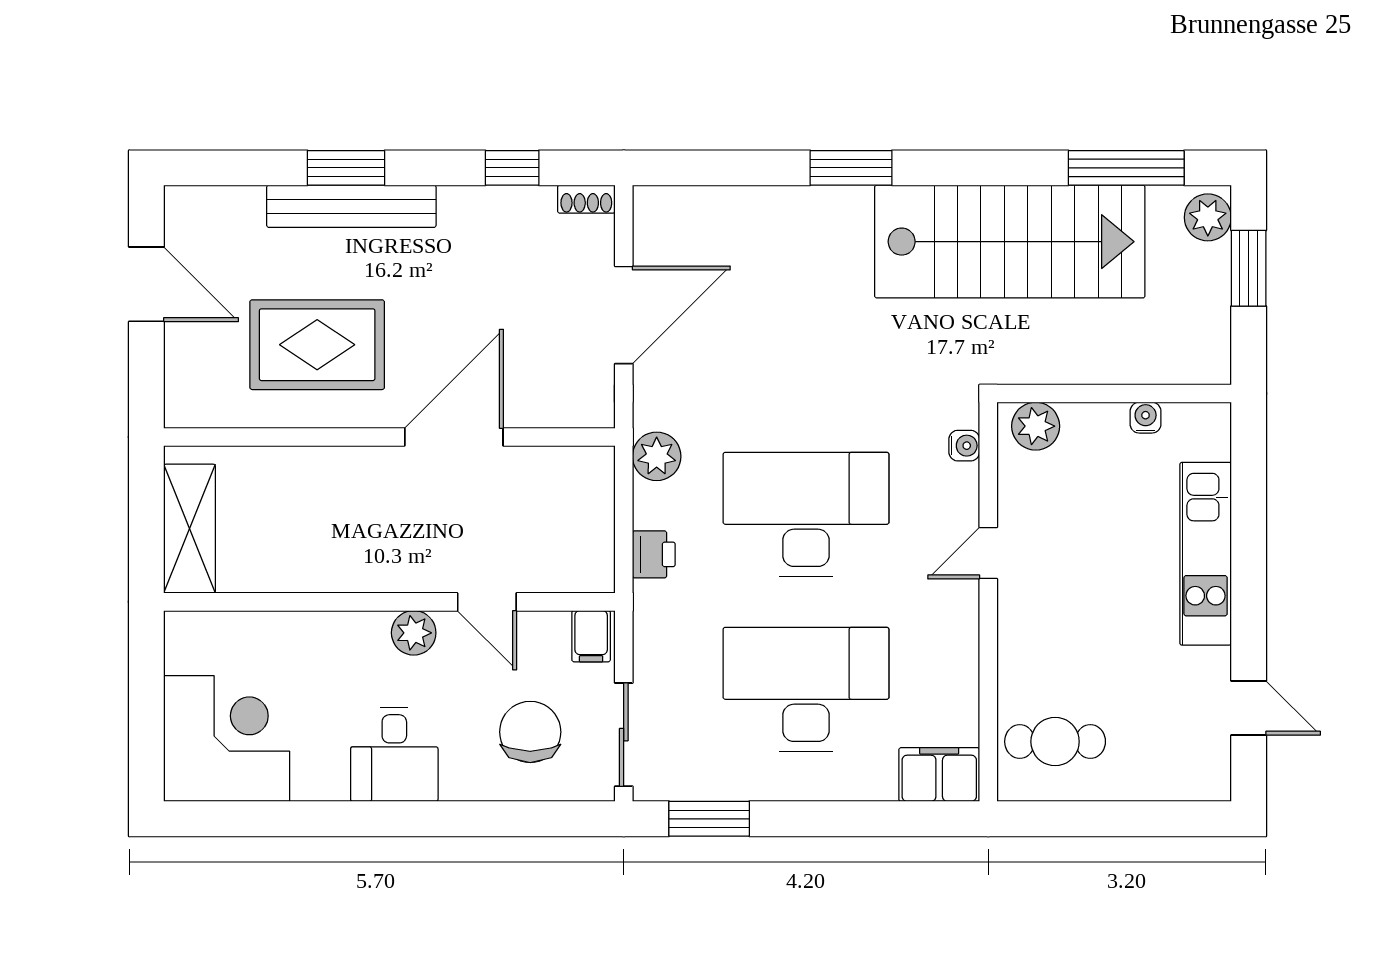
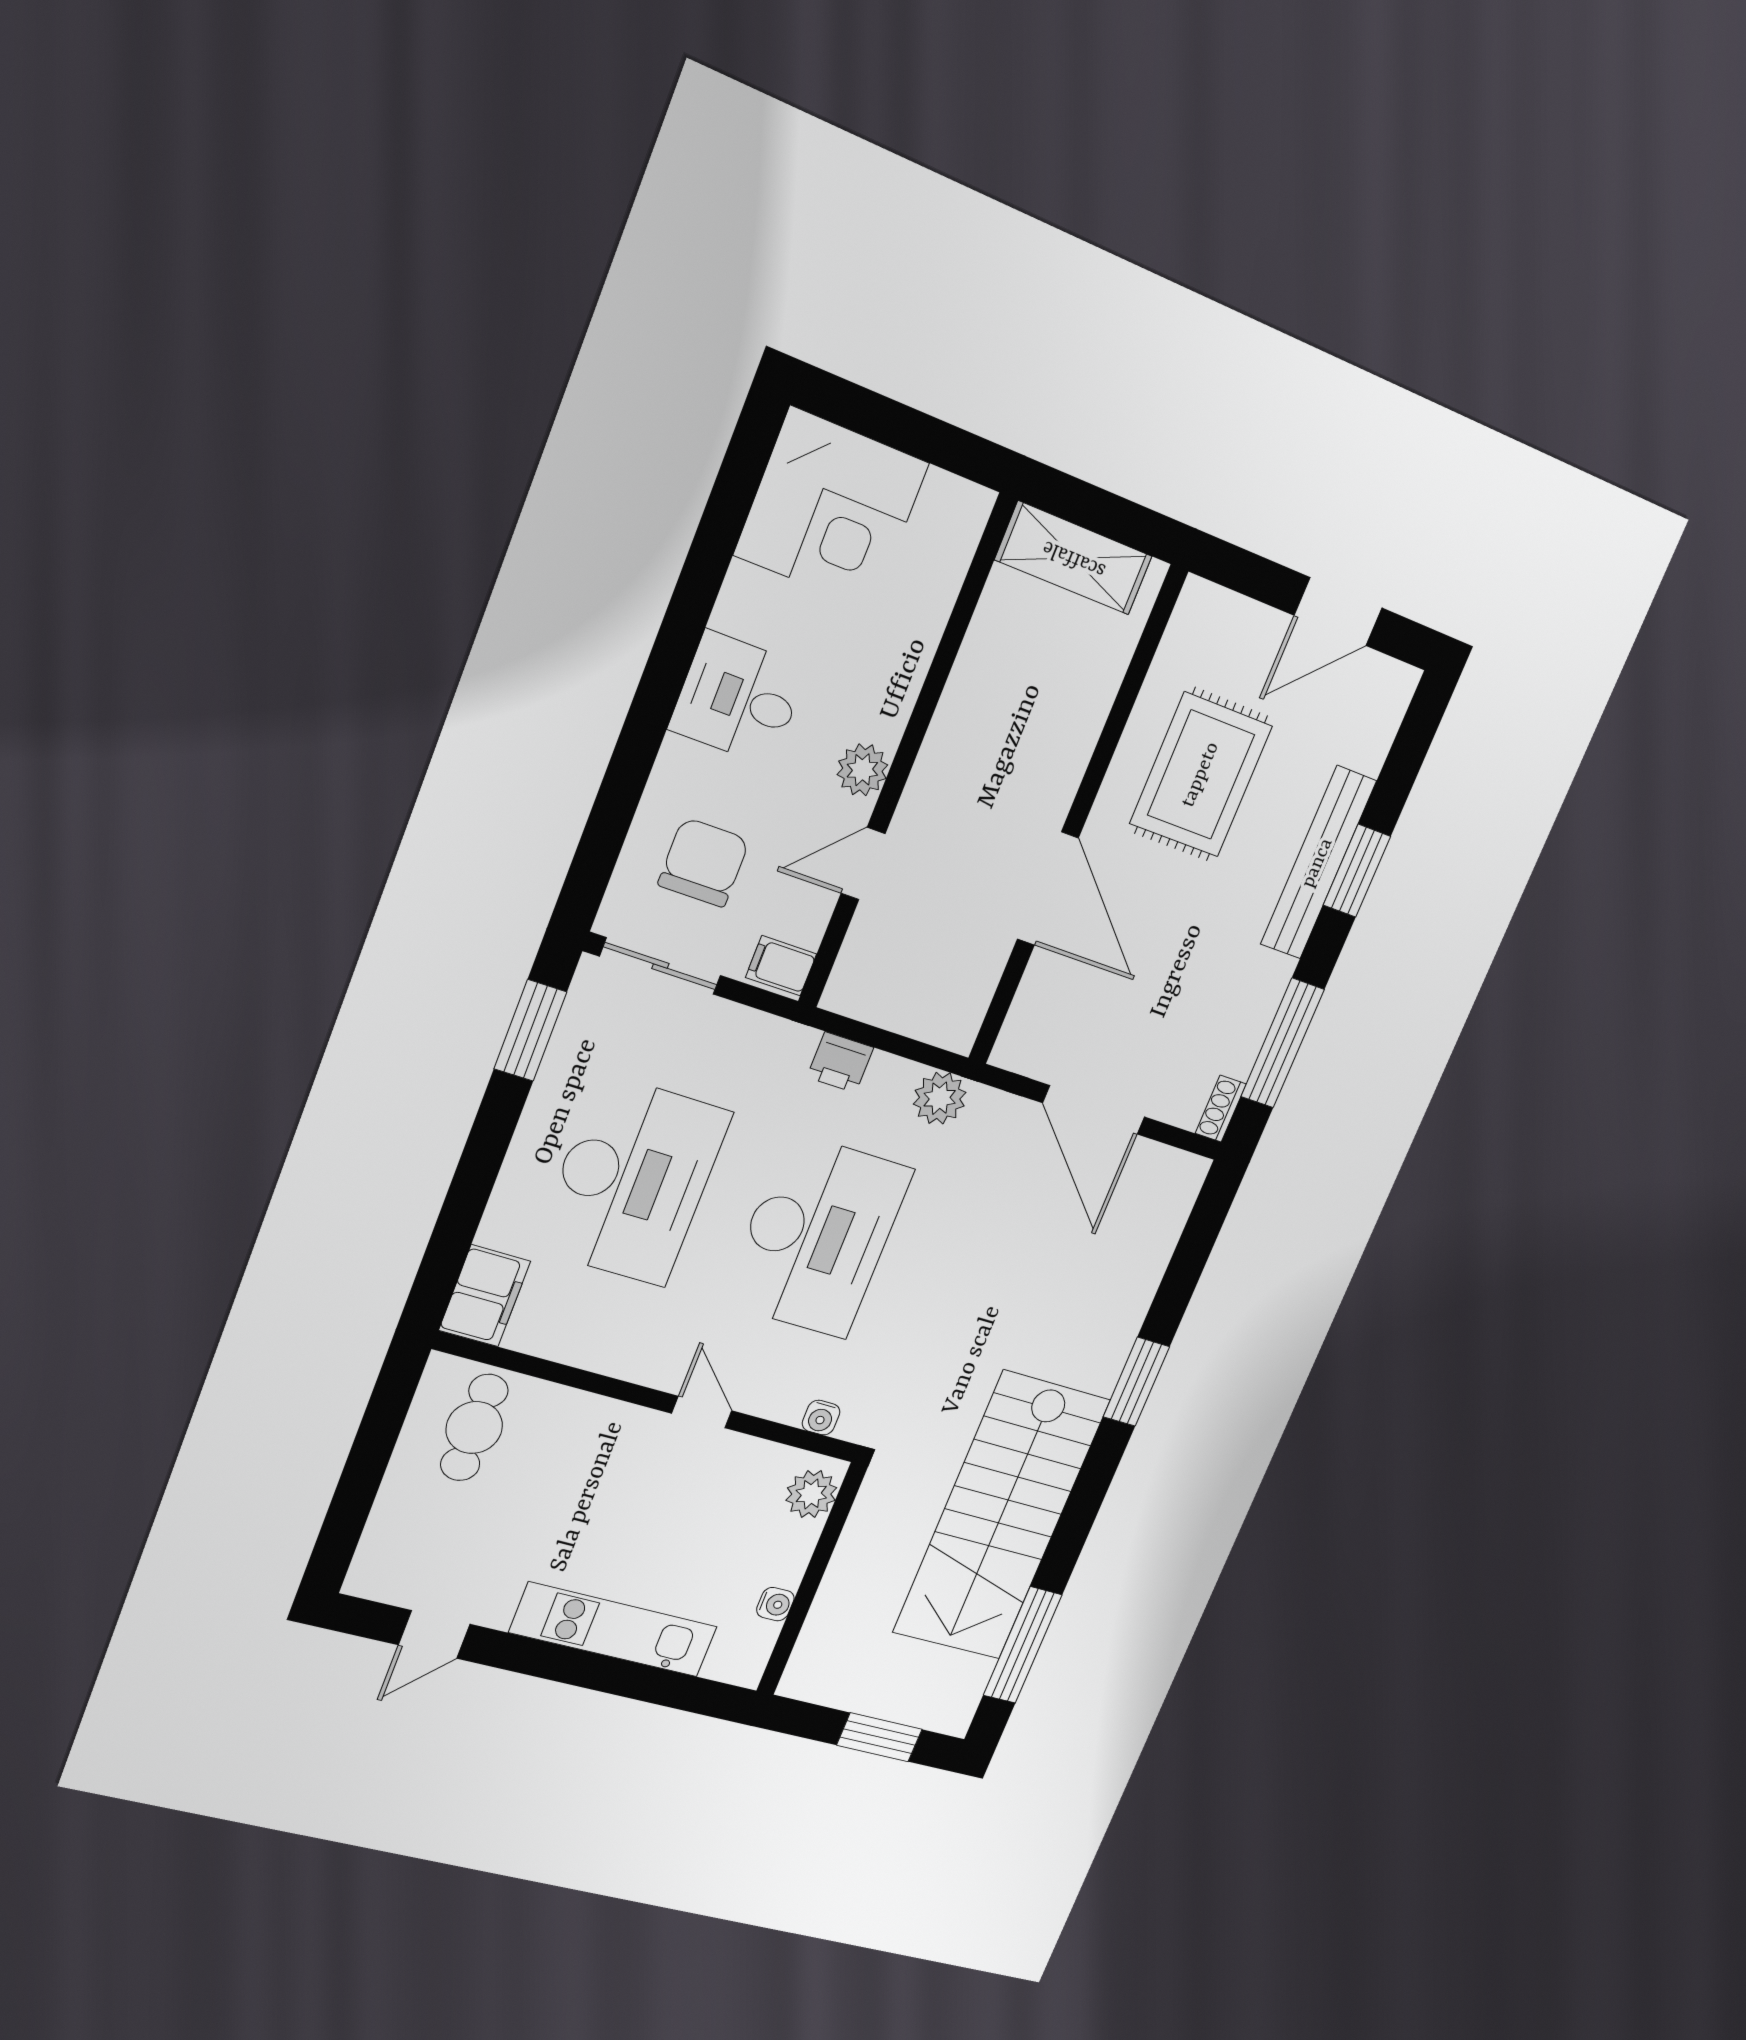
window: (512, 168) -> (1282, 1043), width x2.17
plant: (1208, 217) -> (944, 1710), removed
chair: (530, 732) -> (704, 862), turned -90

